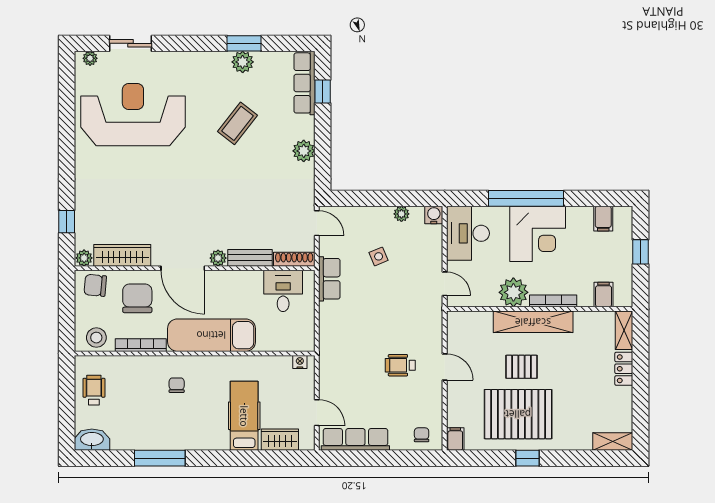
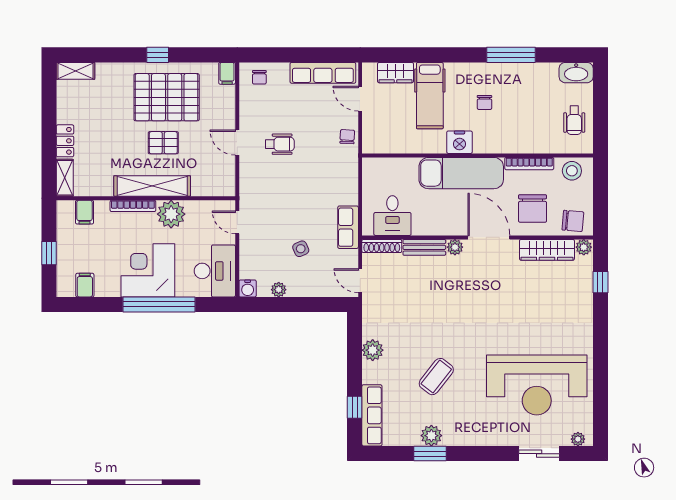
nightstand: (300, 362) -> (459, 142), moved, width x1.89, depth x1.79
chair: (330, 373) -> (347, 137), added
chair: (177, 385) -> (484, 102), moved

